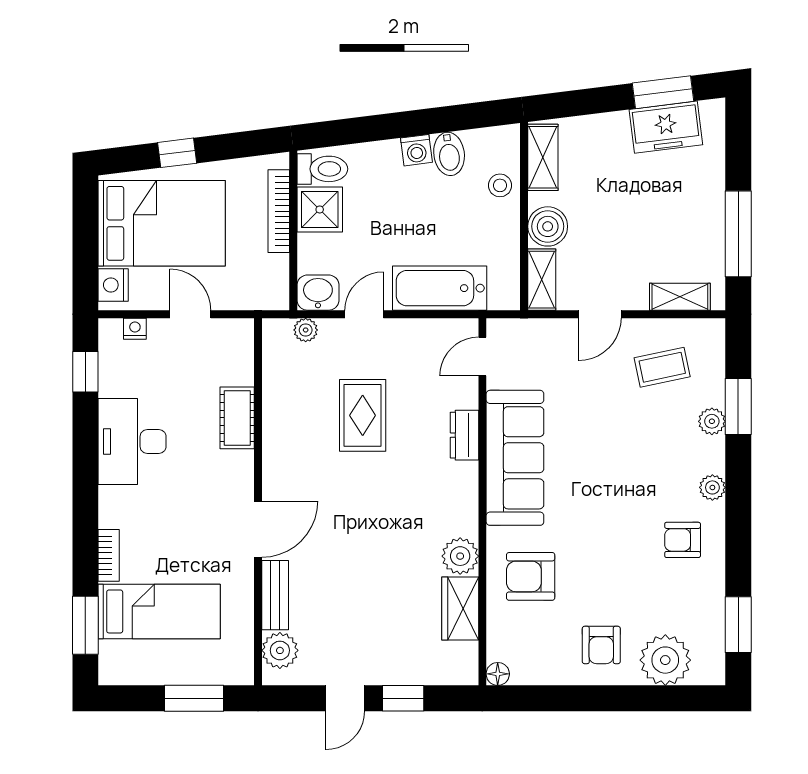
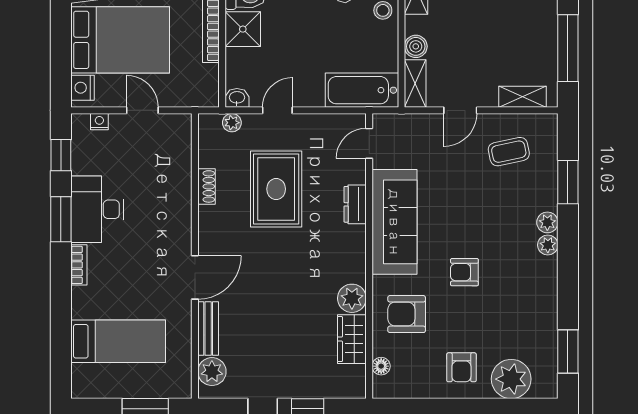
boiler: (548, 226) -> (416, 46), width x0.73, depth x0.73
bathtub: (440, 288) -> (362, 90), moved
washbasin: (318, 293) -> (237, 98), width x0.72, depth x0.69
shoe rack: (273, 412) -> (206, 186), added
rug: (363, 415) -> (276, 189), width x1.36, depth x1.43
cot: (237, 418) -> (179, 191), removed
plant: (712, 421) -> (547, 222), moved
armchair: (683, 540) -> (464, 272), moved
bookcase: (109, 555) -> (79, 265), moved
window: (85, 625) -> (61, 219), moved
floor lamp: (498, 674) -> (381, 366), moved

